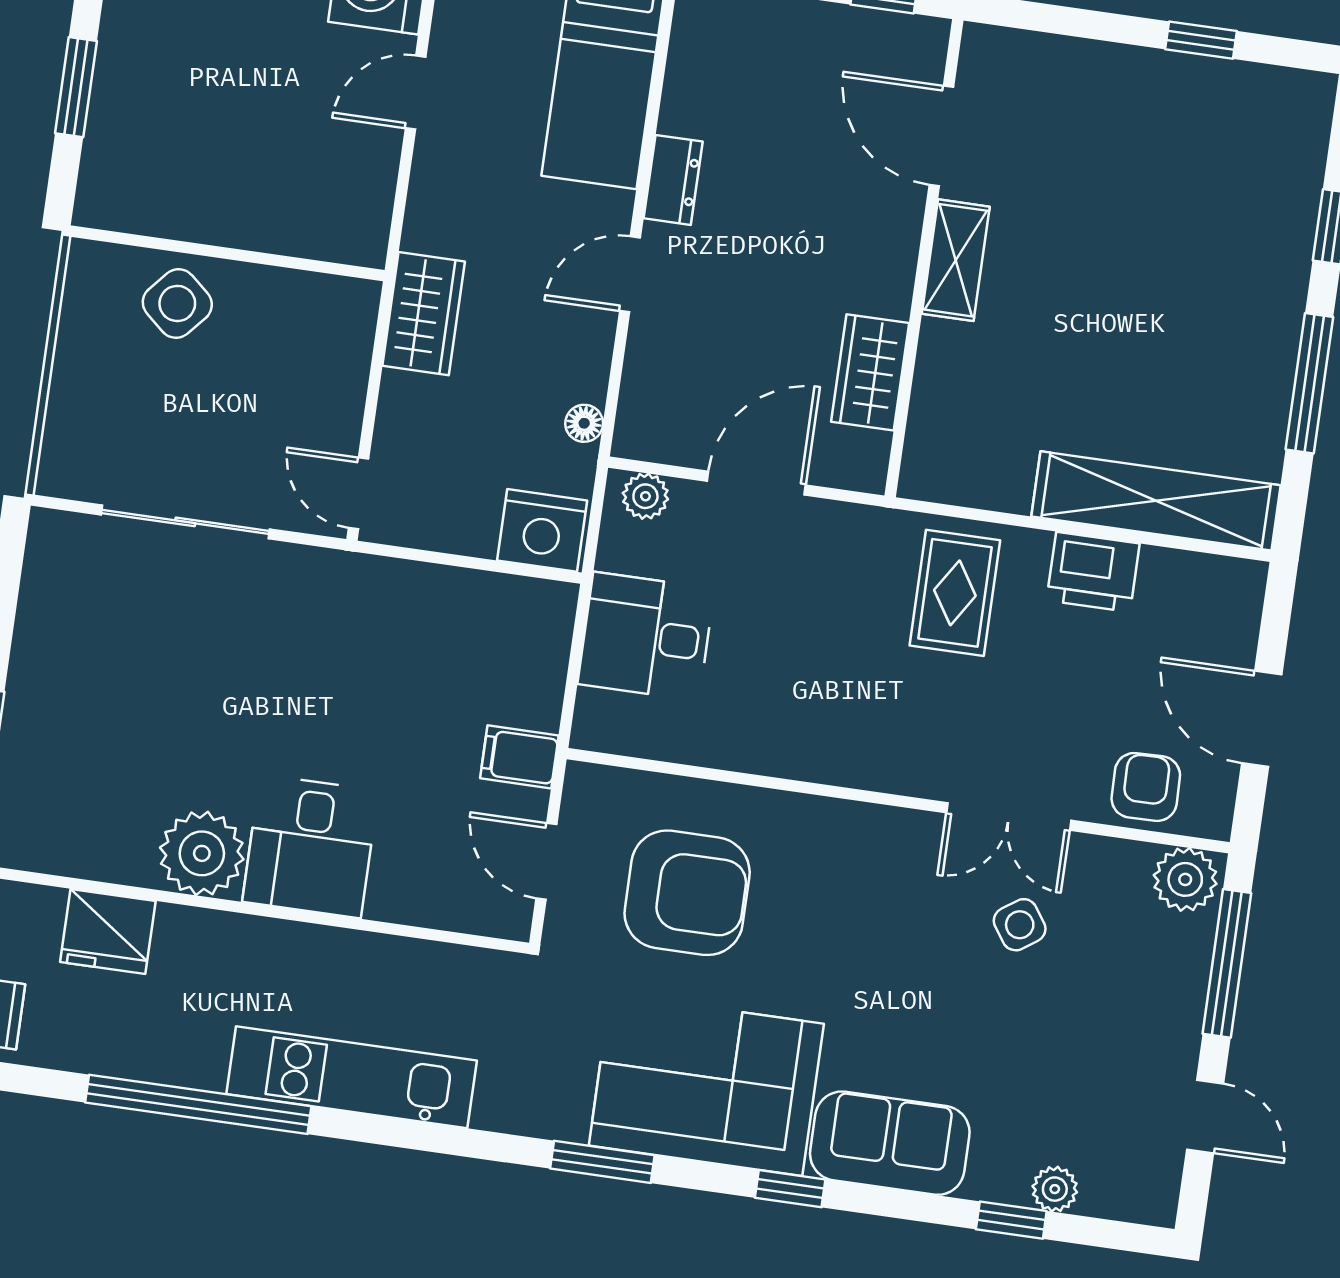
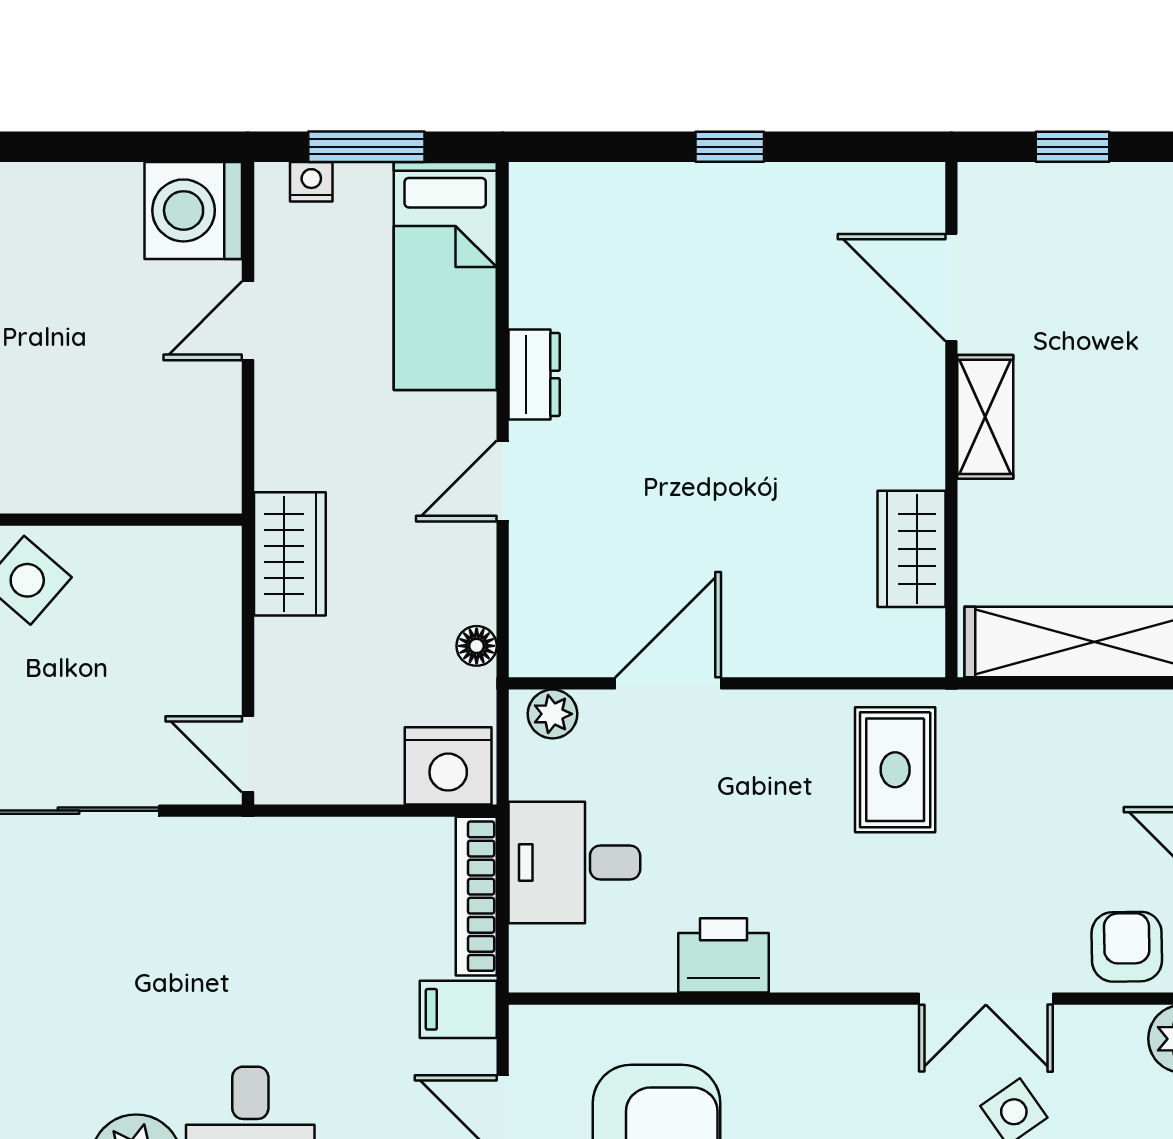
door: (941, 136) -> (951, 287), moved
wall: (924, 258) -> (951, 420), moved
shelving: (956, 260) -> (985, 417), moved
wardrobe: (870, 372) -> (911, 549), moved
printer: (1093, 572) -> (723, 955), moved, turned 180
bookcase: (551, 655) -> (476, 896), added

